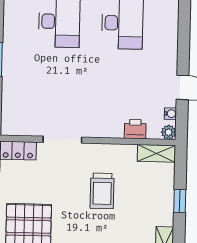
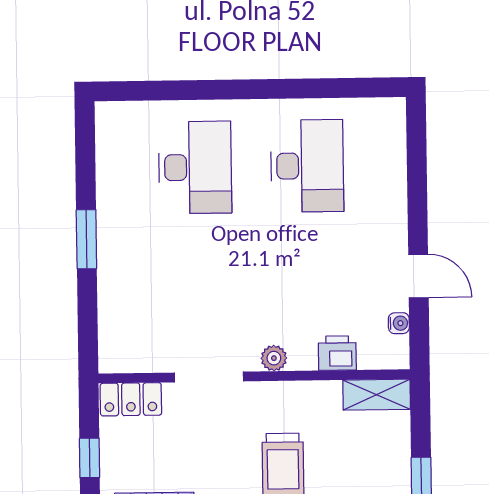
plant: (169, 132) -> (274, 358), moved

